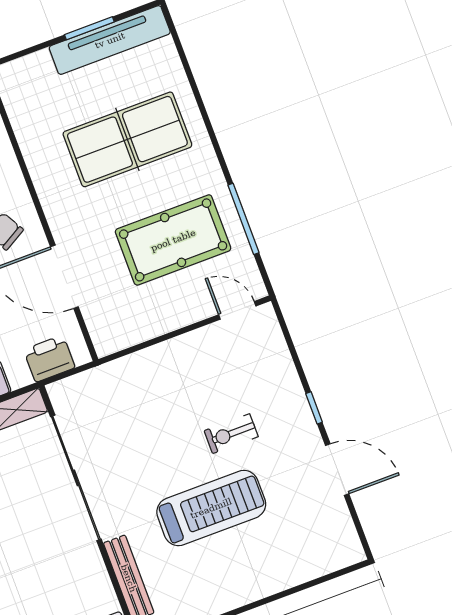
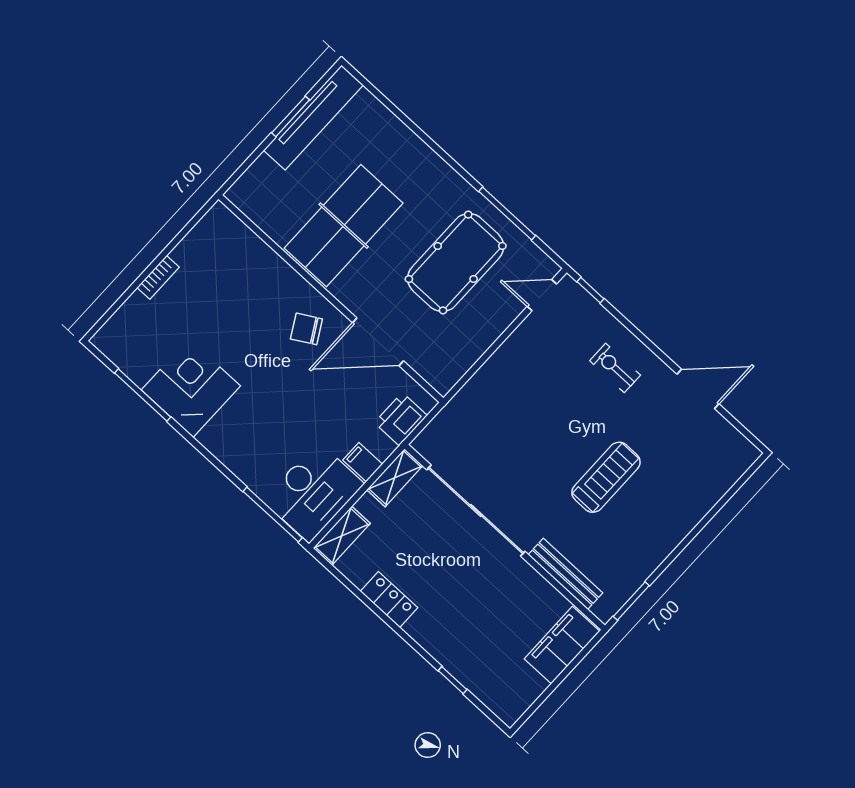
table tennis table: (127, 139) -> (344, 226), moved
window: (314, 408) -> (591, 290), moved
exercise bike: (231, 434) -> (615, 368), moved, turned 90
treadmill: (211, 508) -> (606, 477), width x0.73, depth x0.73

